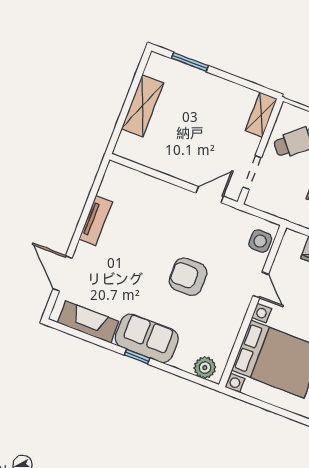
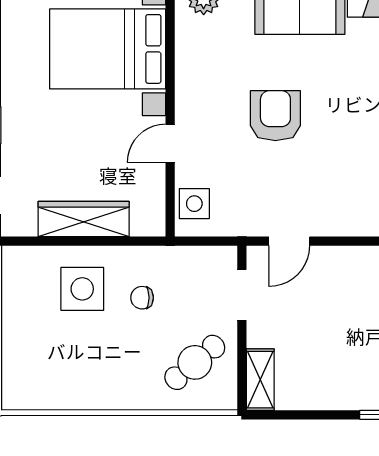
armchair: (188, 277) -> (275, 116), turned -90
door: (261, 285) -> (170, 143), hinge flipped

